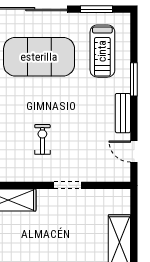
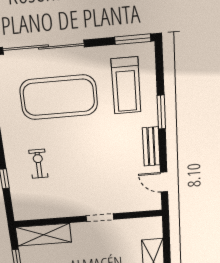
window: (97, 9) -> (133, 39), moved
exercise bike: (42, 139) -> (38, 164), moved

